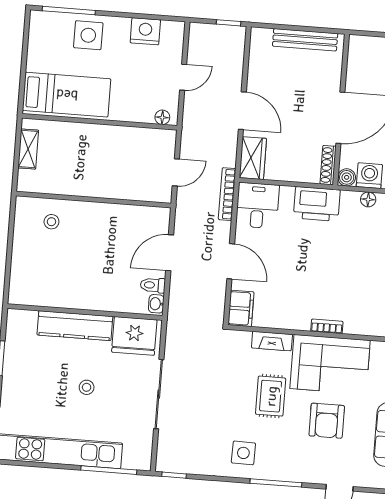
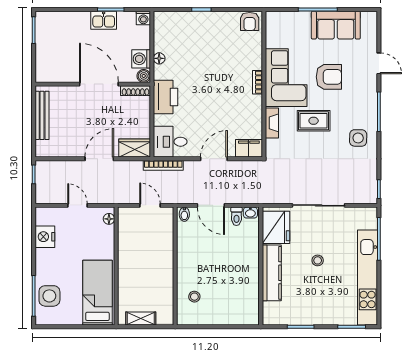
side table: (88, 35) -> (49, 296), moved
bidet: (161, 217) -> (184, 214), added

